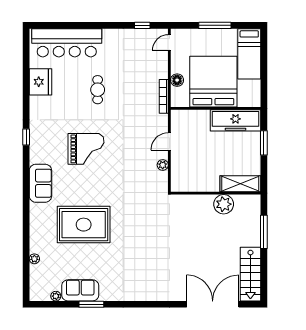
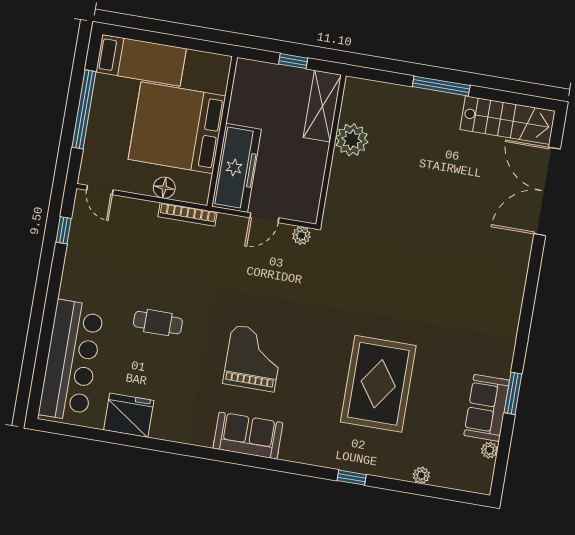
window: (215, 25) -> (84, 109), width x1.46
freezer: (236, 120) -> (237, 168), moved
window: (26, 137) -> (352, 478), moved
door: (169, 142) -> (264, 218), hinge flipped
window: (264, 143) -> (293, 61), width x0.67
sofa: (40, 183) -> (248, 436), moved
shelving: (240, 184) -> (322, 106), moved
wall: (216, 193) -> (331, 150), moved
plant: (224, 204) -> (352, 140), moved

